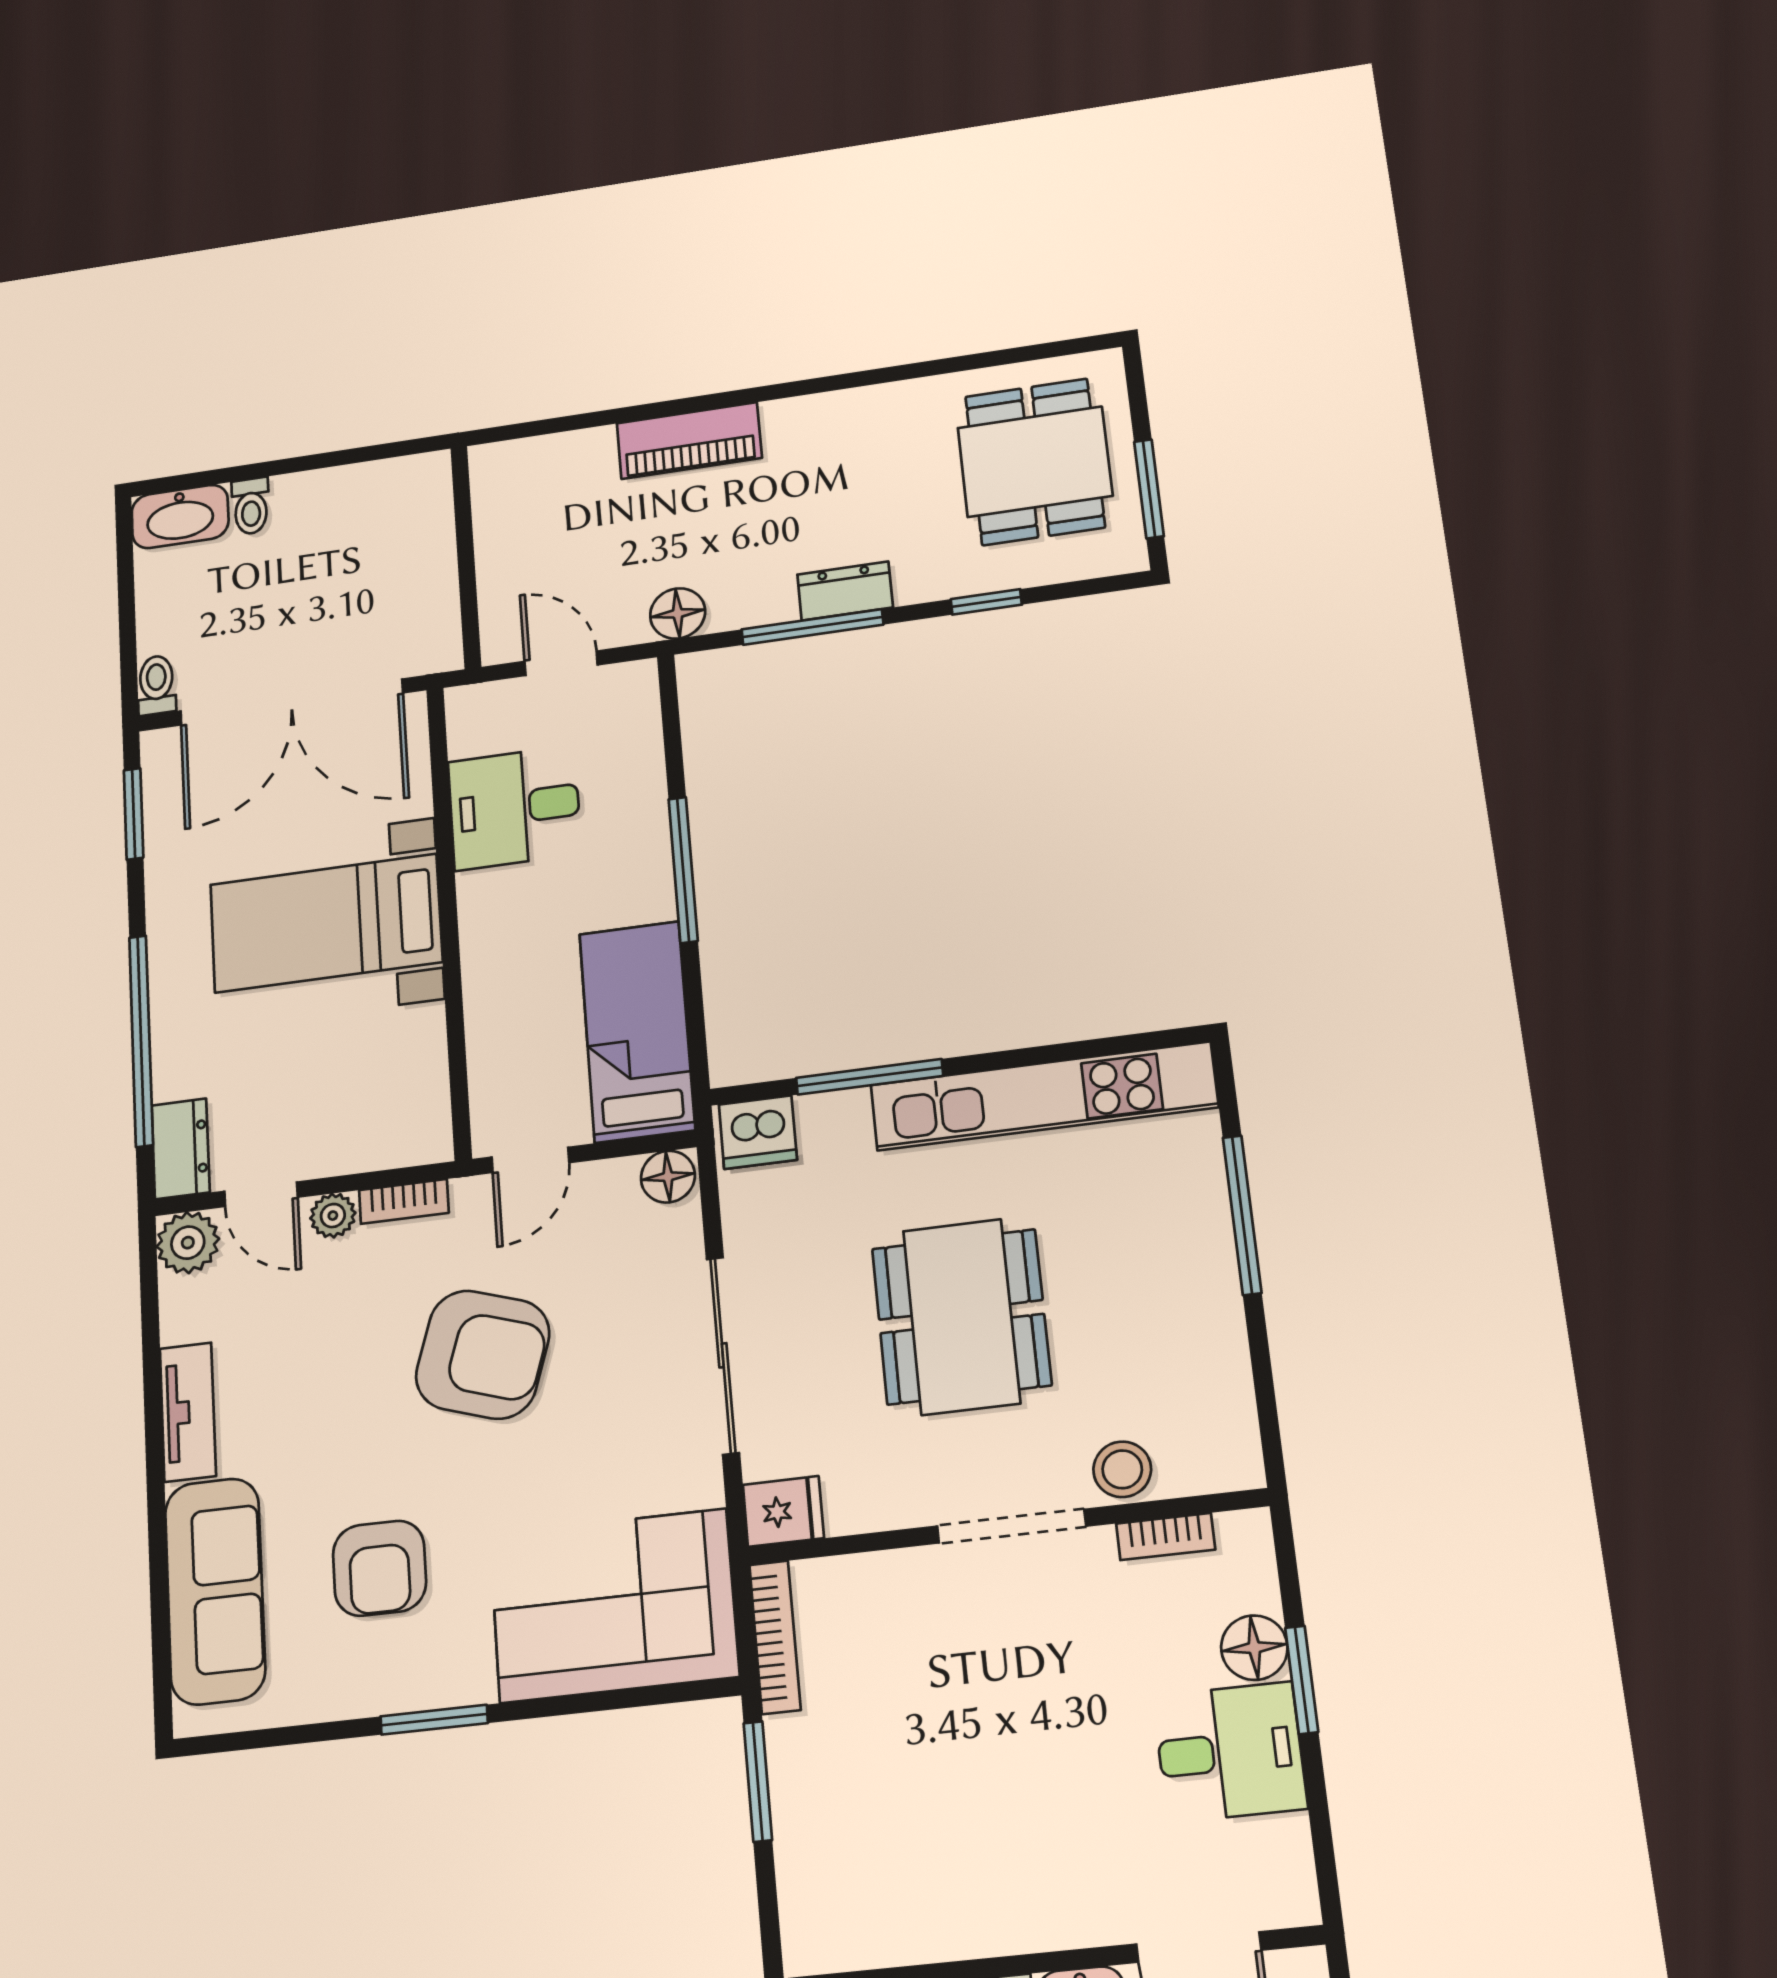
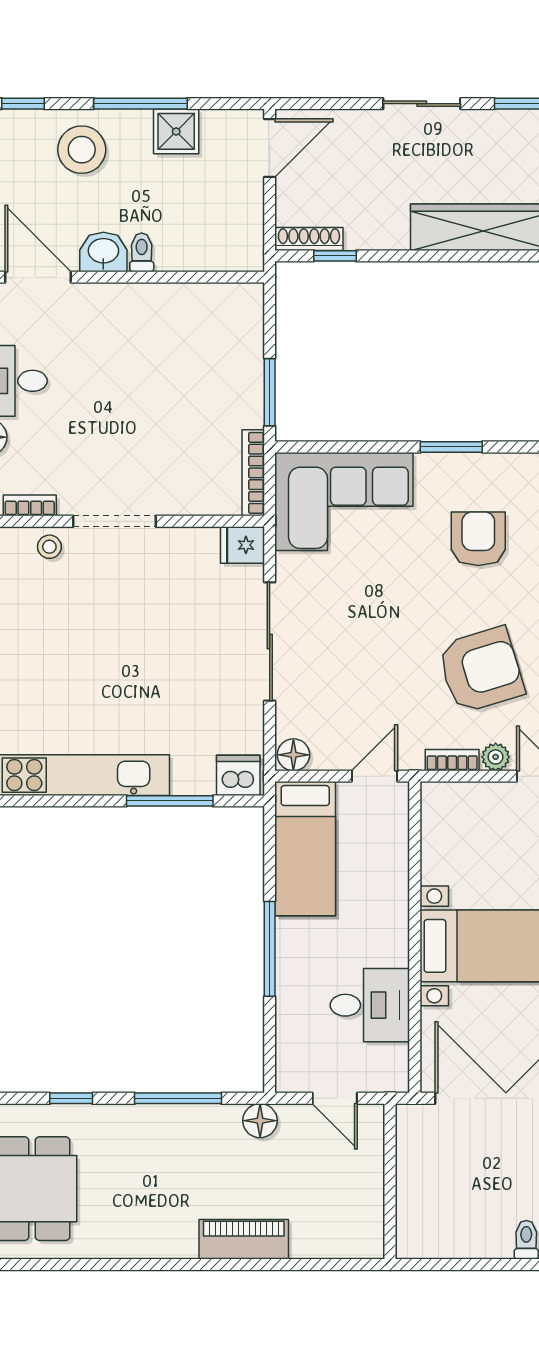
dresser: (845, 591) -> (156, 1119), removed
dining table: (961, 1317) -> (131, 647), removed
armchair: (483, 1355) -> (481, 670), moved, turned 145
stool: (1122, 1469) -> (49, 547), width x0.73, depth x0.73

